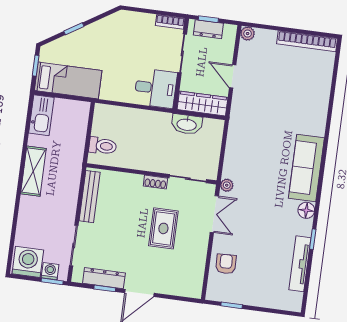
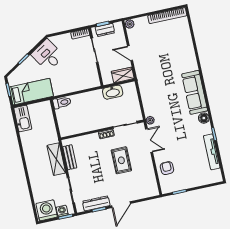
desk: (156, 88) -> (47, 55), moved, turned -122
wardrobe: (202, 103) -> (123, 75), width x0.67
toilet: (103, 146) -> (62, 103), moved
shelving: (33, 171) -> (56, 159), moved
bench: (90, 197) -> (70, 157), width x0.73

